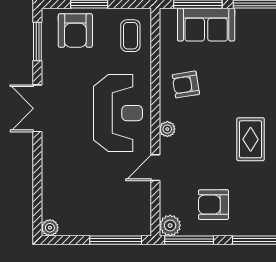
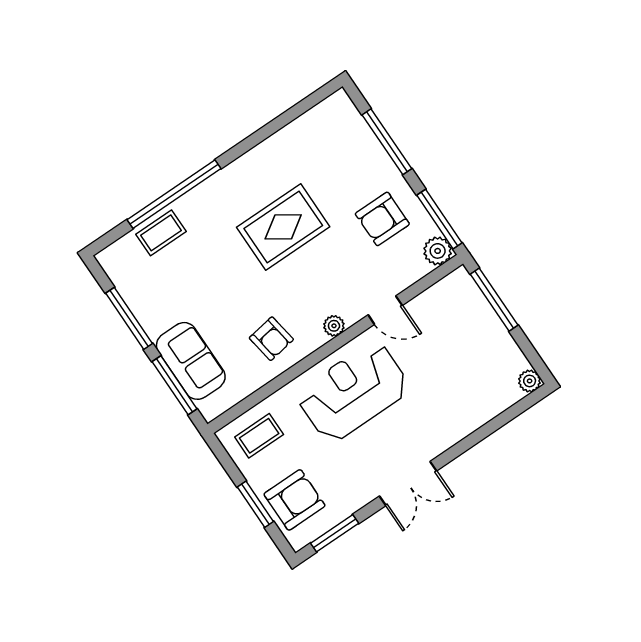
rug: (251, 139) -> (283, 227), width x1.36, depth x1.43
armchair: (213, 205) -> (382, 219), turned 90

